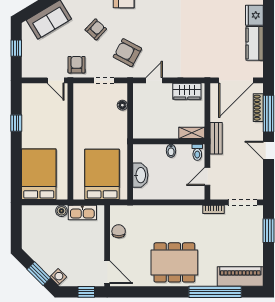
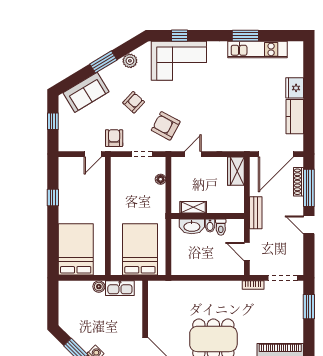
door: (56, 80) -> (93, 154), hinge flipped
wardrobe: (187, 91) -> (236, 171), moved, turned 90
shelving: (192, 133) -> (193, 207), moved
toilet: (197, 152) -> (221, 227), moved
washbasin: (140, 175) -> (192, 226), moved, turned 90
door: (207, 176) -> (247, 252), hinge flipped
chair: (119, 231) -> (157, 307), removed

